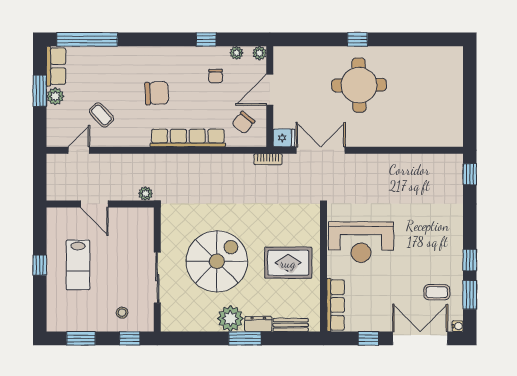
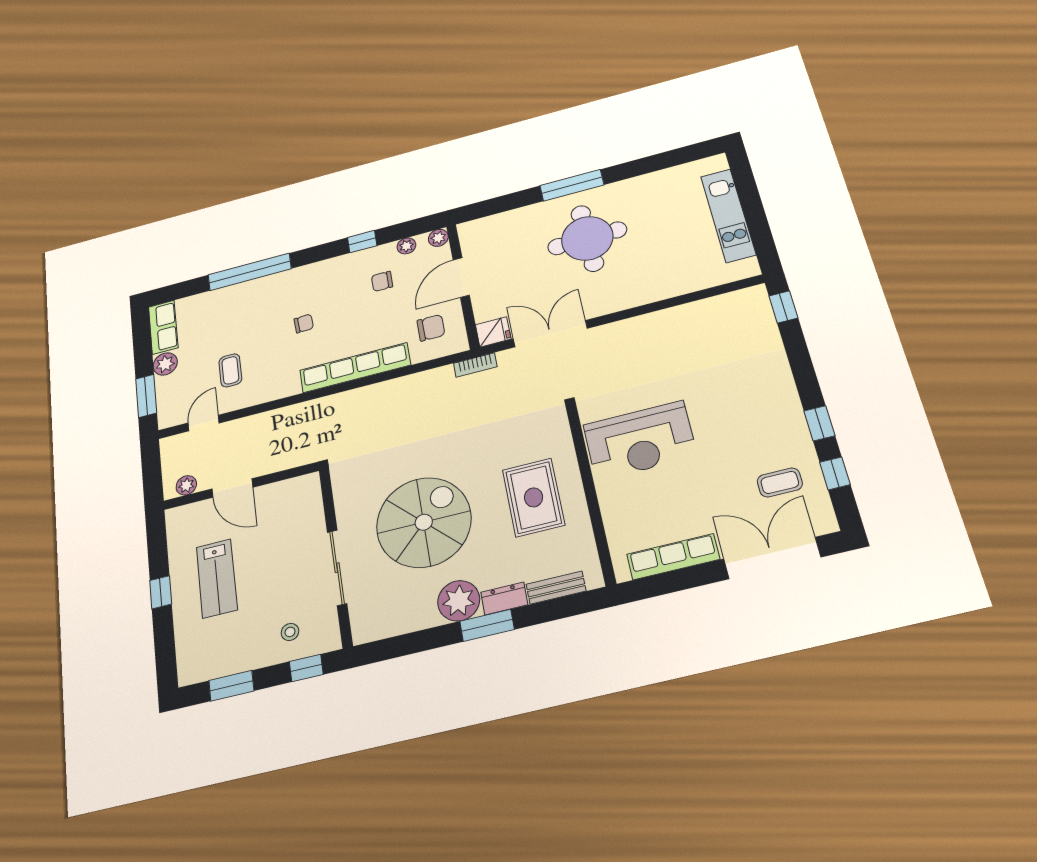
window: (87, 39) -> (250, 272), moved
window: (357, 39) -> (572, 185), width x2.17
chair: (216, 76) -> (382, 281), turned 90
window: (40, 91) -> (146, 396), moved
chair: (157, 93) -> (304, 324), width x0.54, depth x0.54
kitchen unit: (453, 96) -> (728, 215), added
coffee table: (101, 115) -> (230, 370), turned 43
chair: (243, 123) -> (431, 328), turned -129
plant: (145, 194) -> (186, 485), moved
rug: (288, 263) -> (534, 497), turned 90
window: (470, 295) -> (835, 473), width x0.67
row of seats: (336, 305) -> (673, 557), moved, turned -90
water cooler: (458, 326) -> (829, 525), removed
window: (368, 338) -> (686, 578), removed

